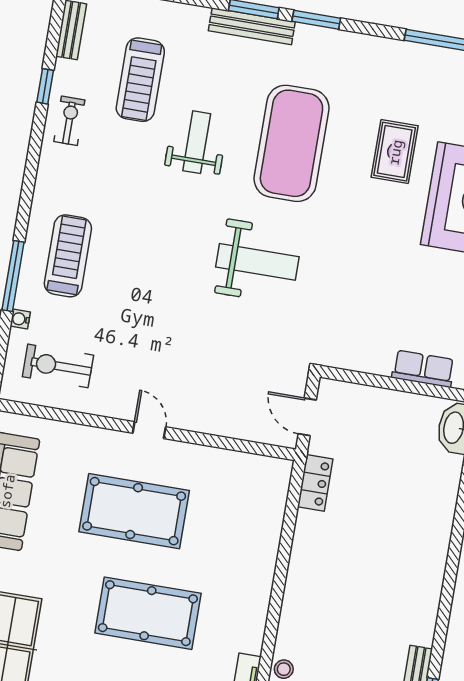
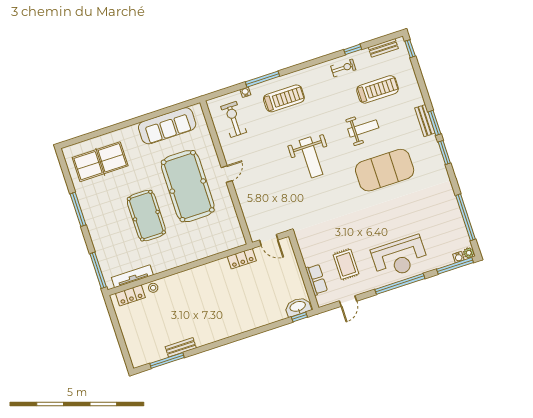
bench: (252, 26) -> (425, 121), width x0.73
treadmill: (140, 80) -> (378, 89), turned 180
rug: (395, 152) -> (346, 264), moved, turned 90
weight bench: (257, 262) -> (311, 157), moved
door: (307, 417) -> (269, 240), swing flipped
pool table: (134, 511) -> (188, 186), width x1.36, depth x1.32

